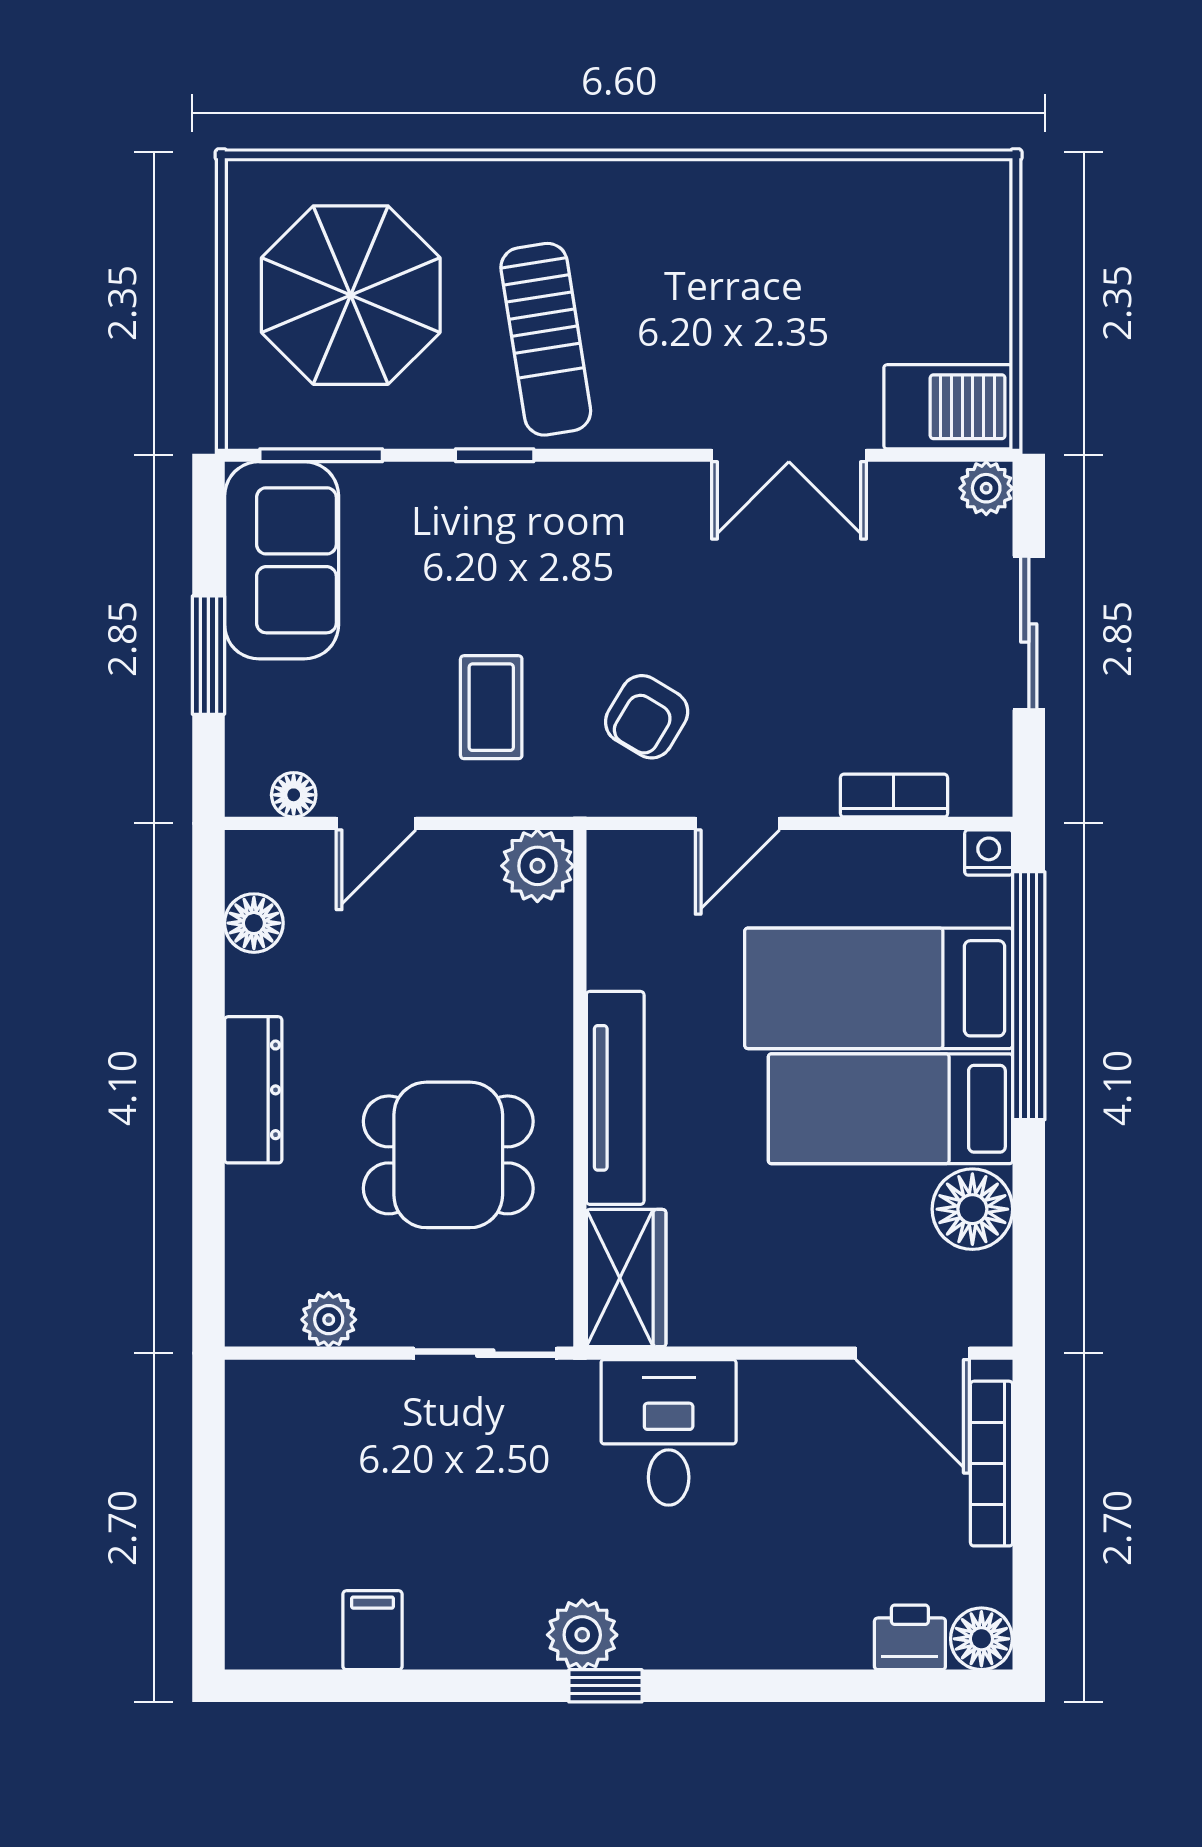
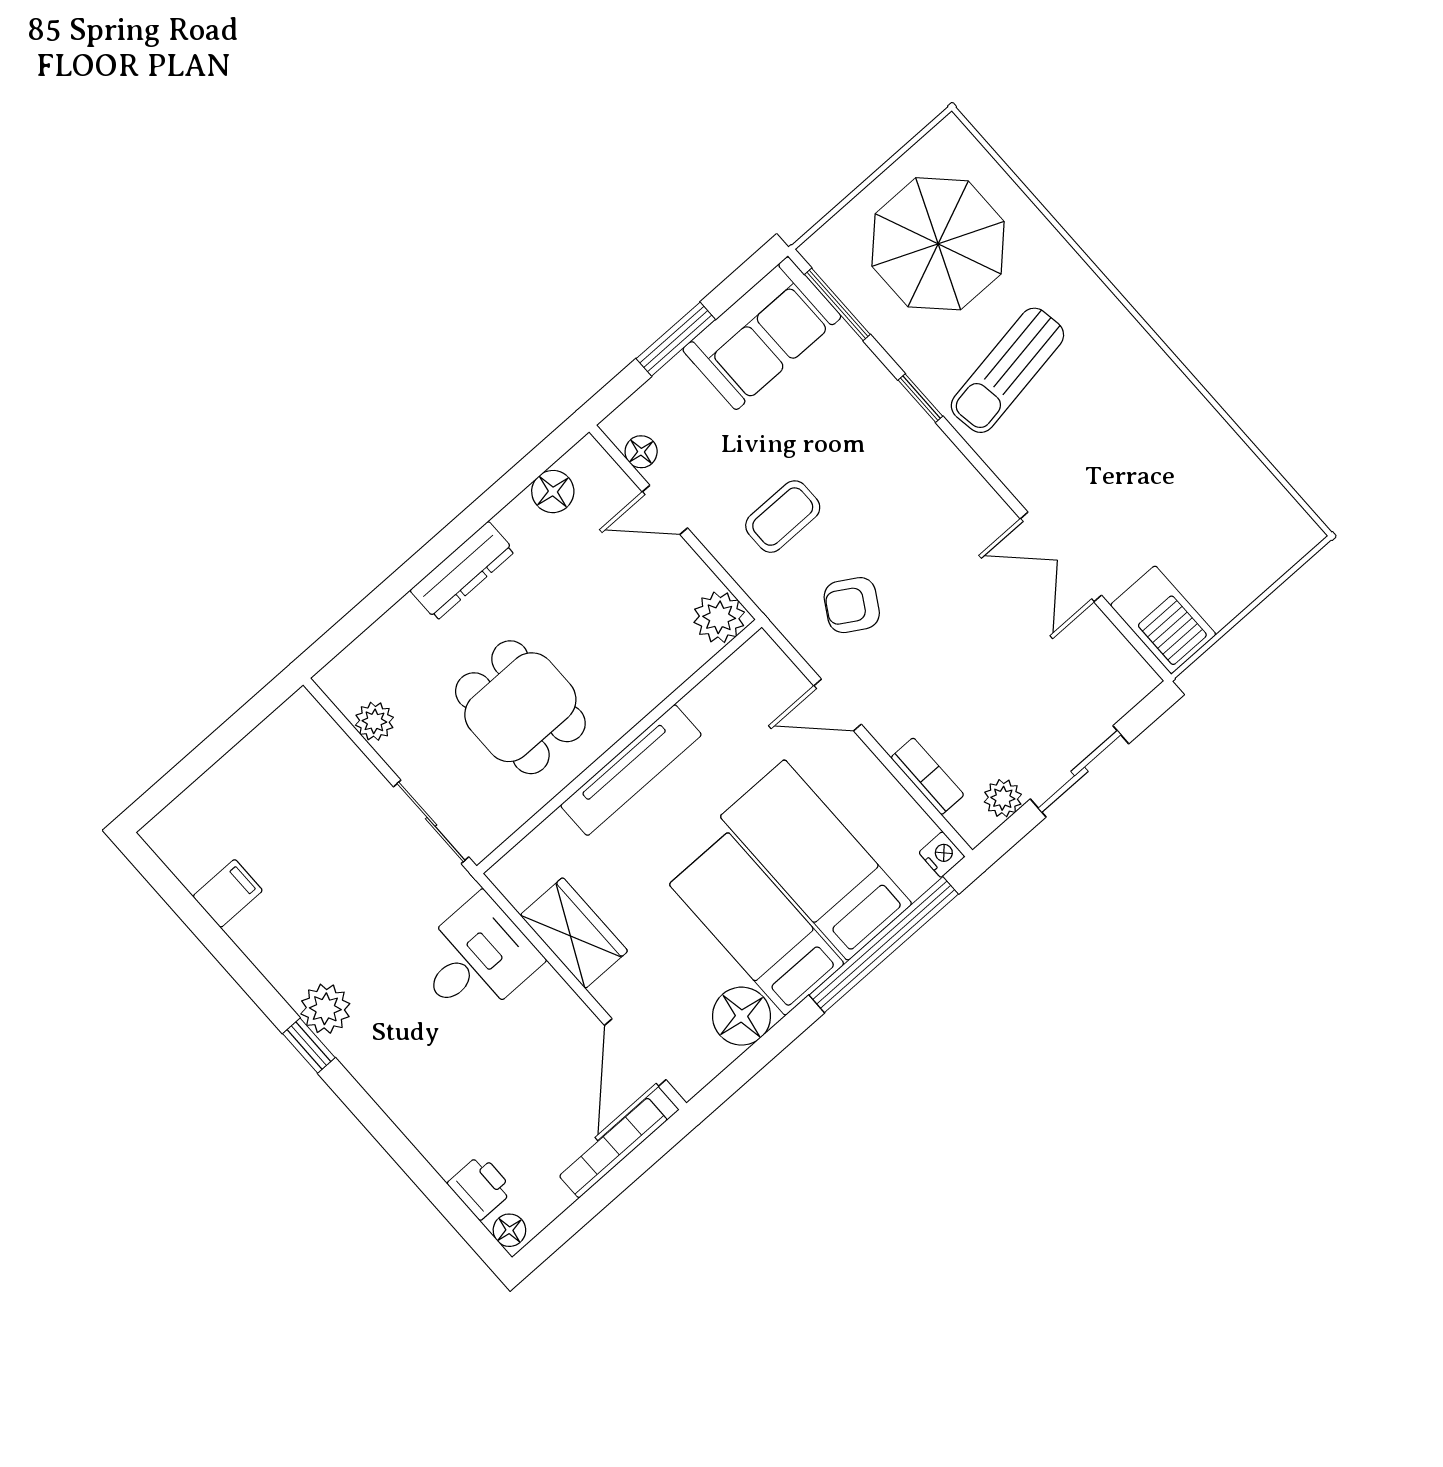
plant: (986, 488) -> (1003, 798), moved
wardrobe: (626, 1278) -> (574, 933), moved, turned -90
floor lamp: (981, 1639) -> (509, 1230), width x0.73, depth x0.73

